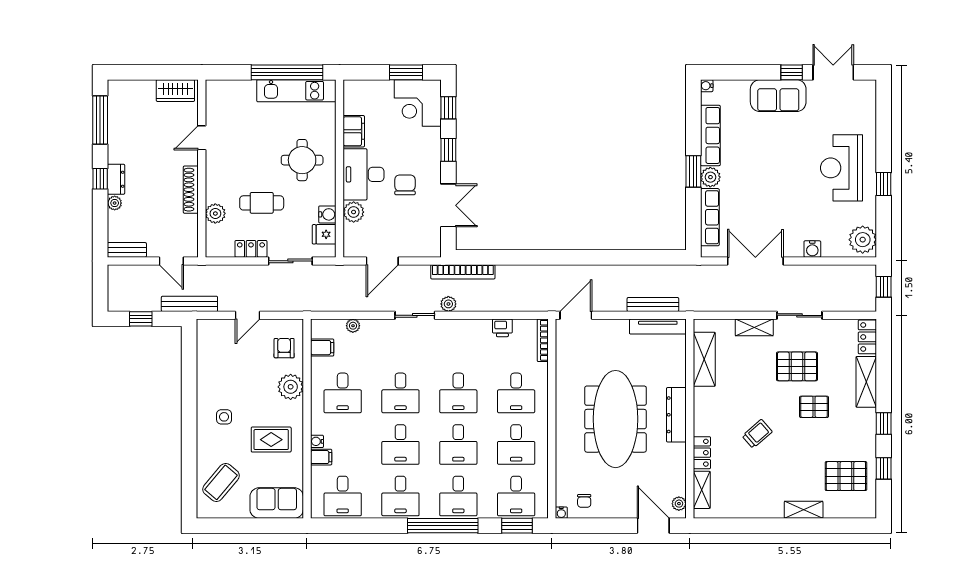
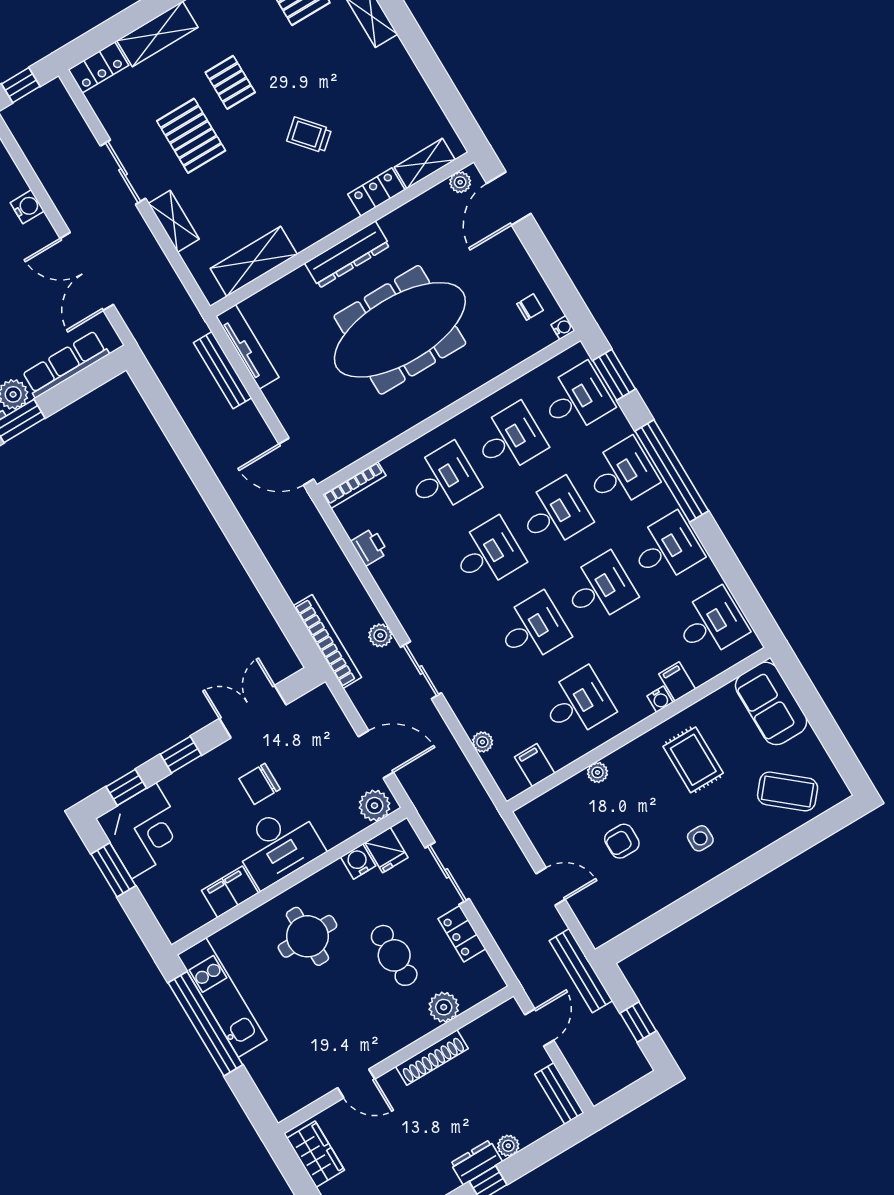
plant: (354, 212) -> (375, 806), moved
armchair: (284, 348) -> (622, 841), moved
plant: (291, 387) -> (597, 772), width x0.53, depth x0.53

